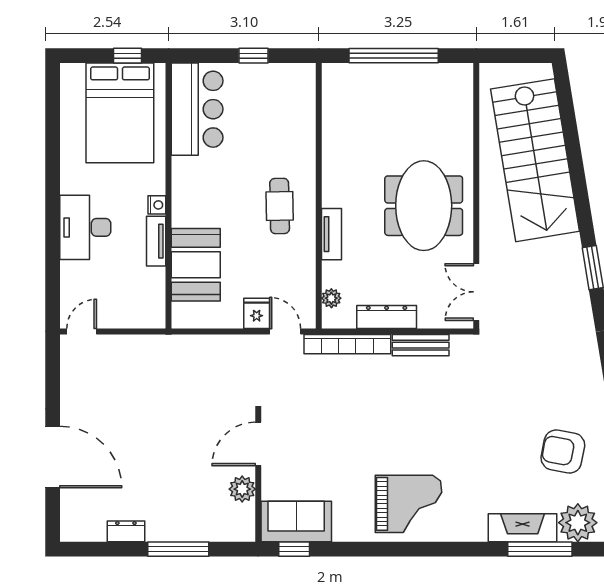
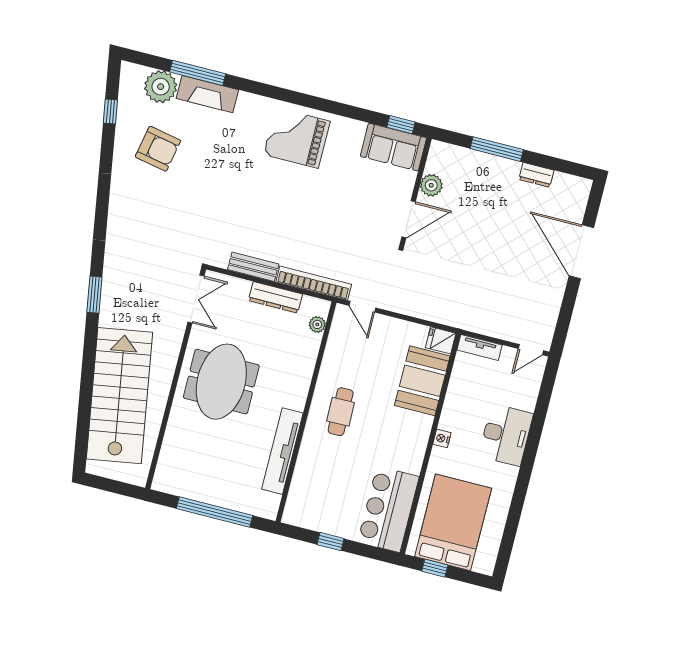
tv unit: (331, 234) -> (282, 451), moved, width x1.92, depth x1.29
tv unit: (156, 241) -> (479, 347), moved, turned 90
fridge: (257, 313) -> (441, 340), moved, turned 90

